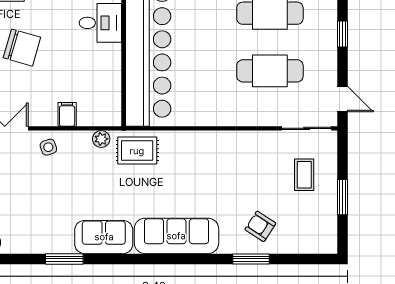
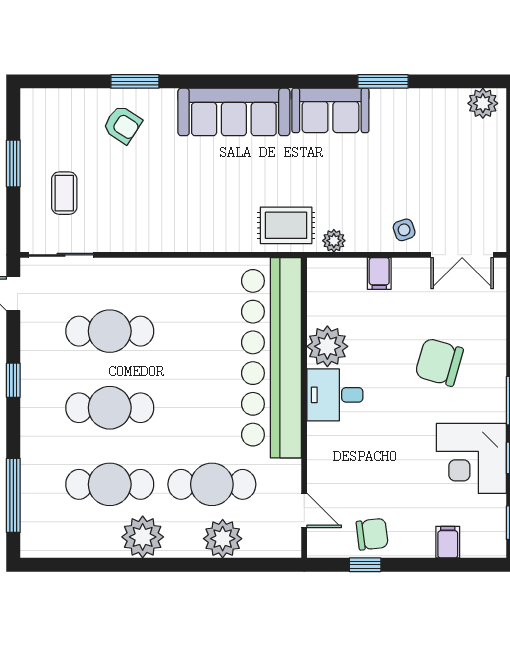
plant: (106, 59) -> (327, 346), added

